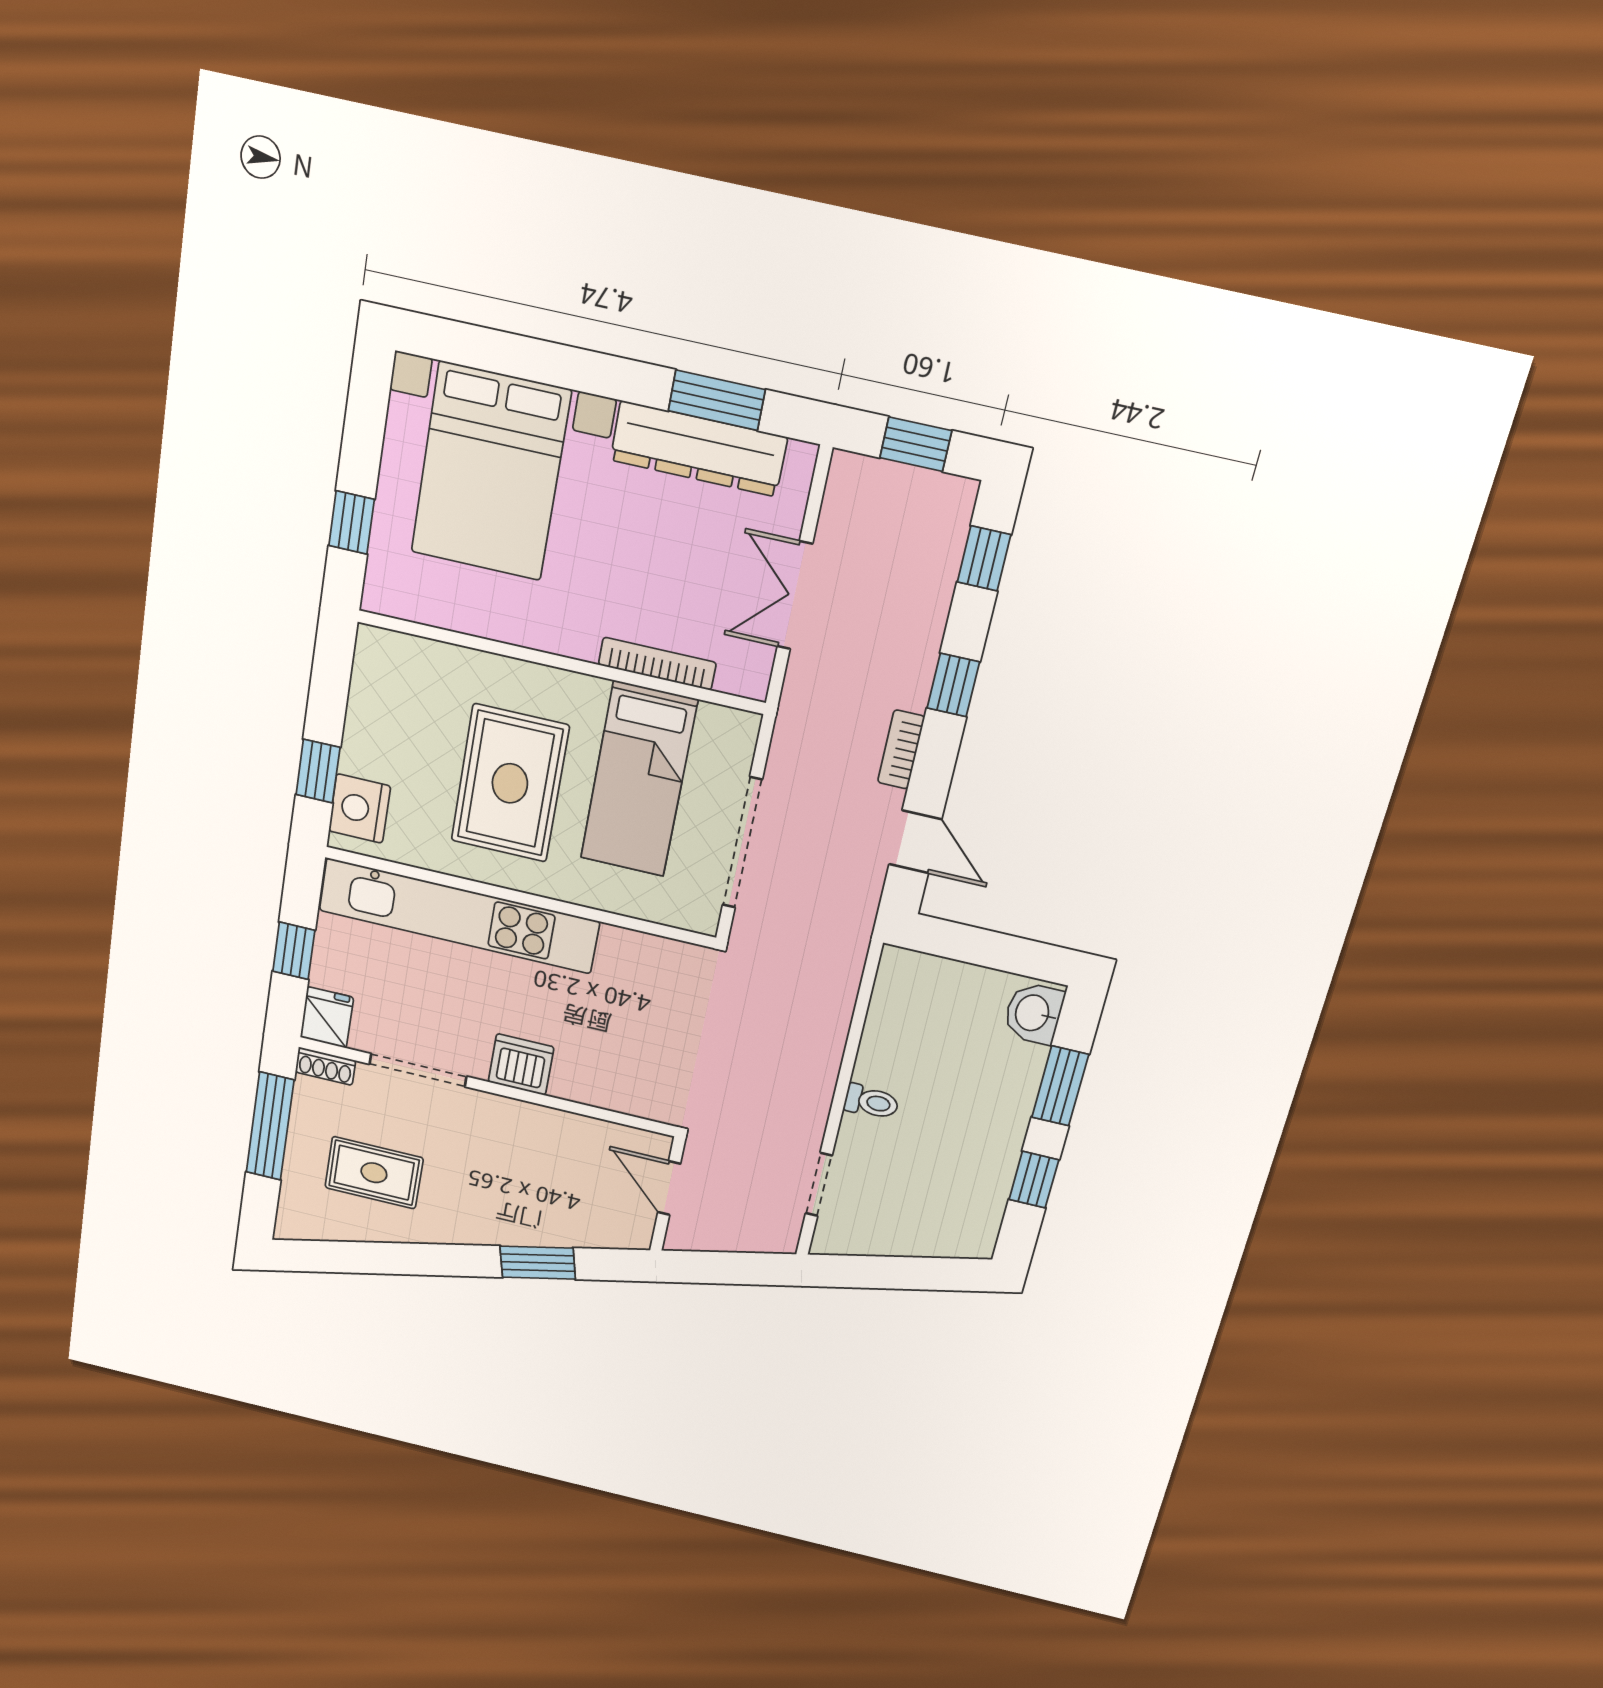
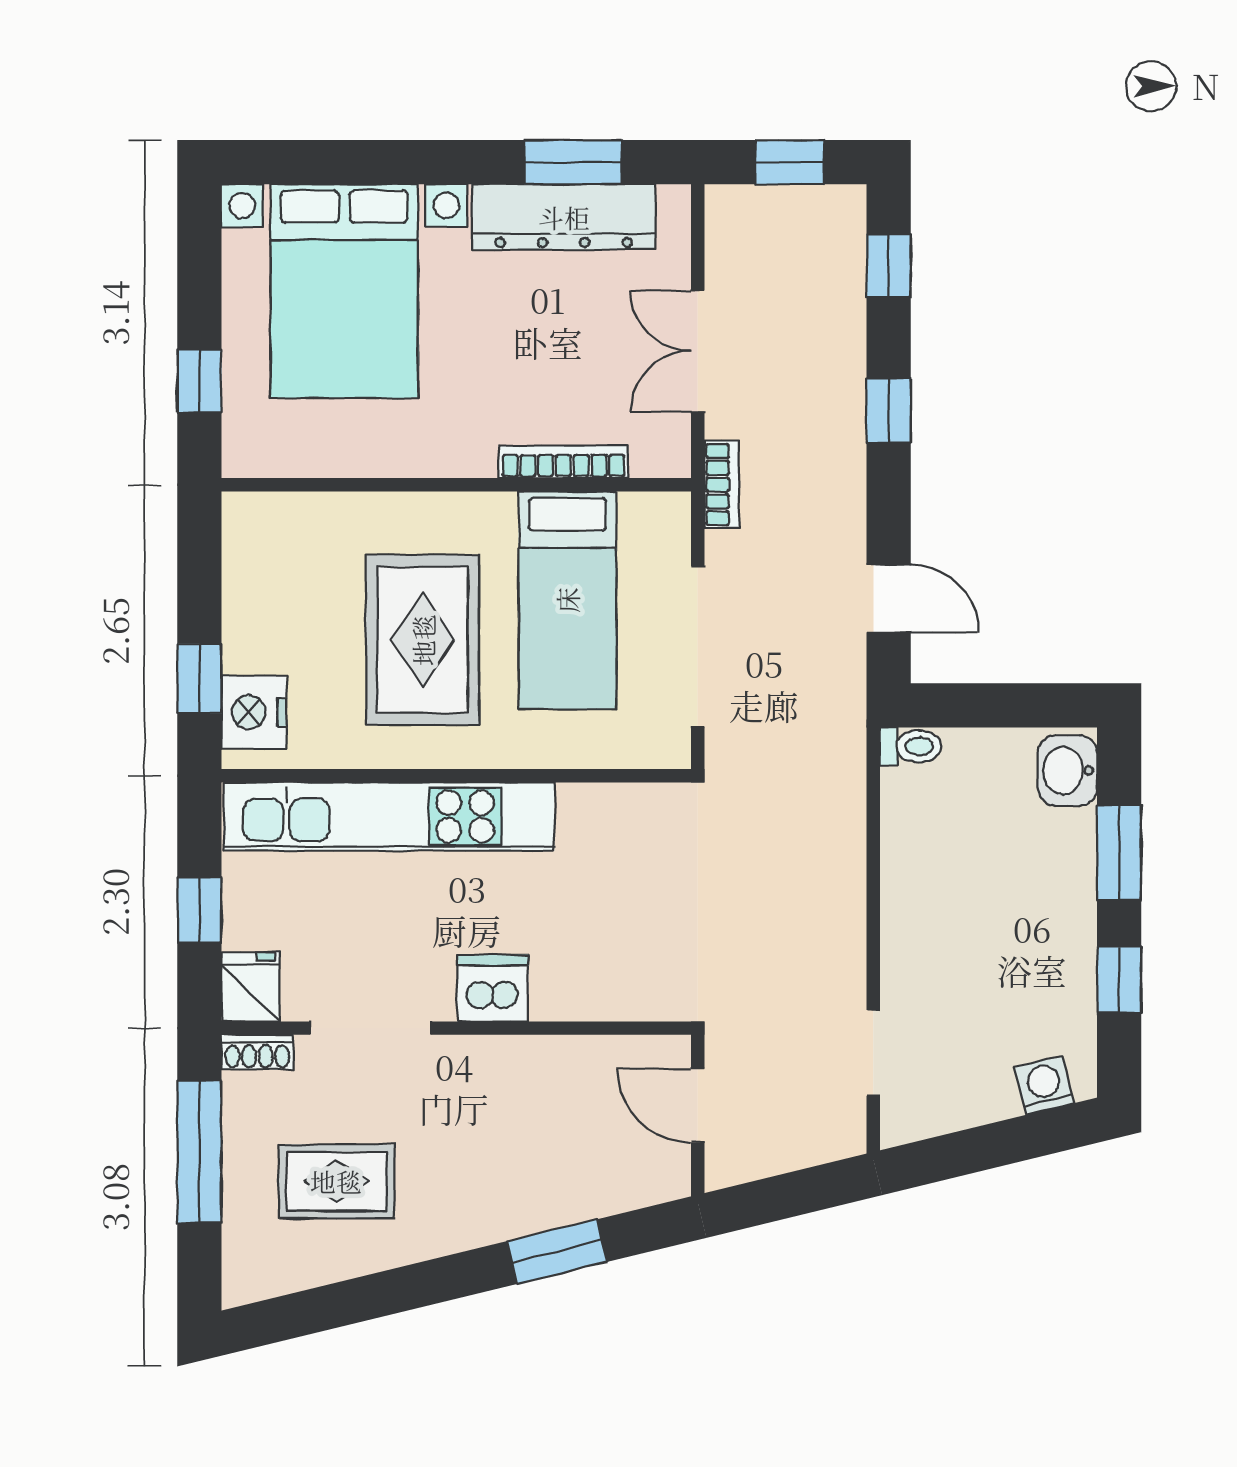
bookcase: (901, 749) -> (722, 485), moved, turned 180
toilet: (871, 1102) -> (911, 746), moved
washing machine: (952, 1241) -> (1044, 1085), added

